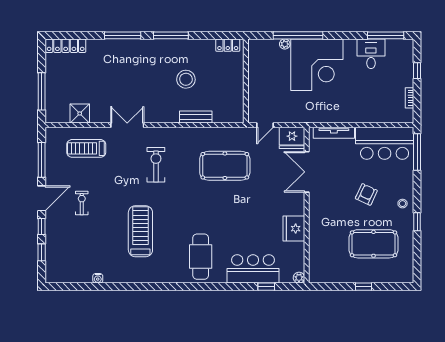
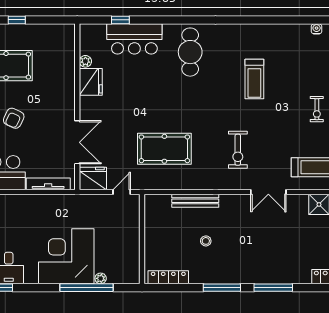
locker: (228, 45) -> (168, 277), width x1.53
stool: (186, 79) -> (206, 241), width x0.53, depth x0.53
bench: (196, 117) -> (195, 201), width x1.36
treadmill: (140, 231) -> (254, 79), width x0.73, depth x0.73
water cooler: (98, 278) -> (317, 29), moved
plant: (299, 278) -> (85, 61), moved

